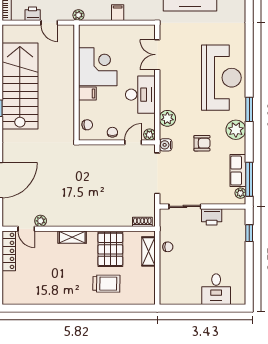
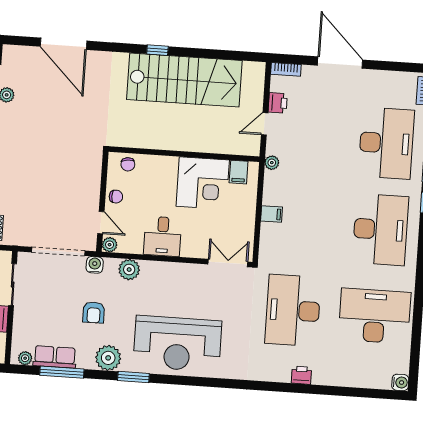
double door: (157, 55) -> (228, 263), moved
filing cabinet: (87, 94) -> (239, 172), moved
desk: (140, 95) -> (163, 236), width x0.73
window: (249, 179) -> (62, 372), moved

